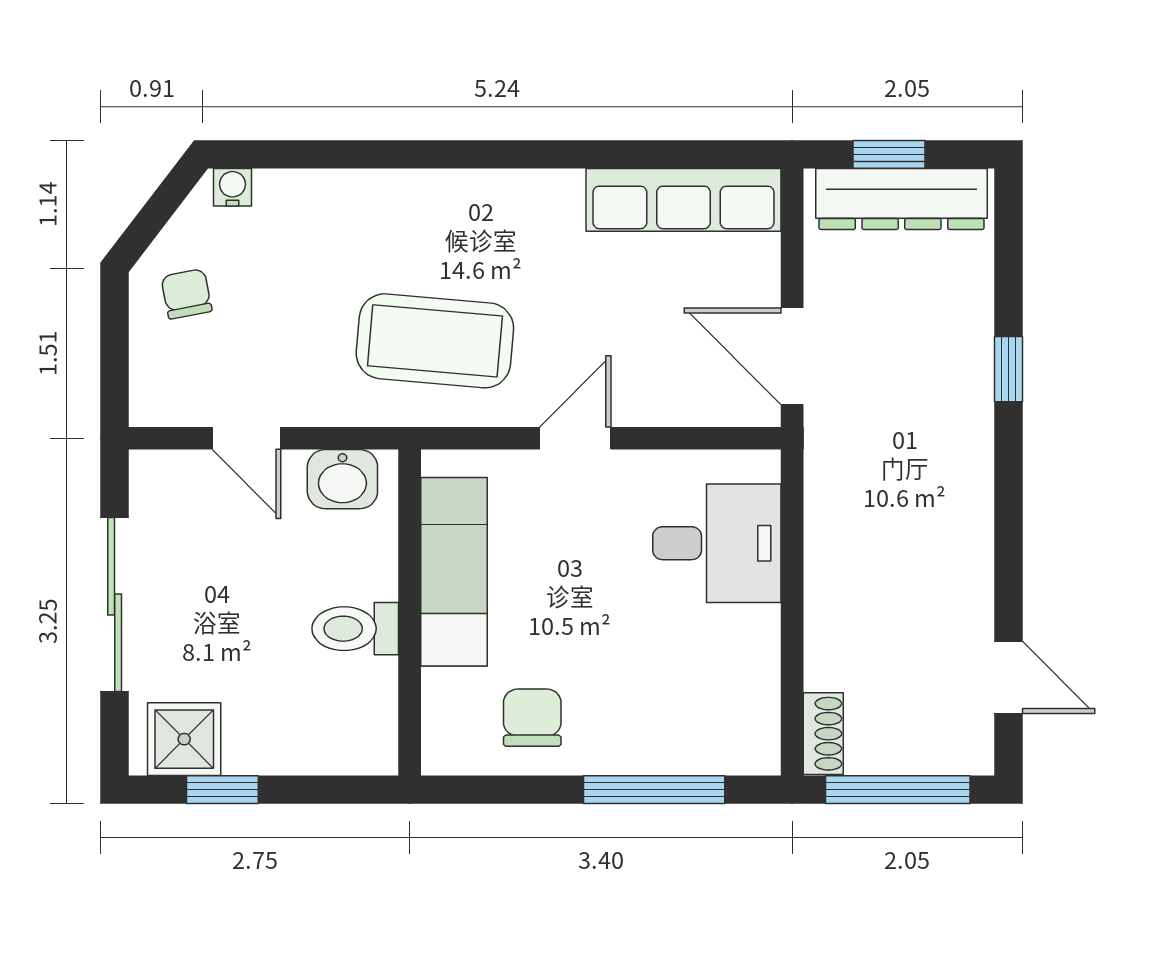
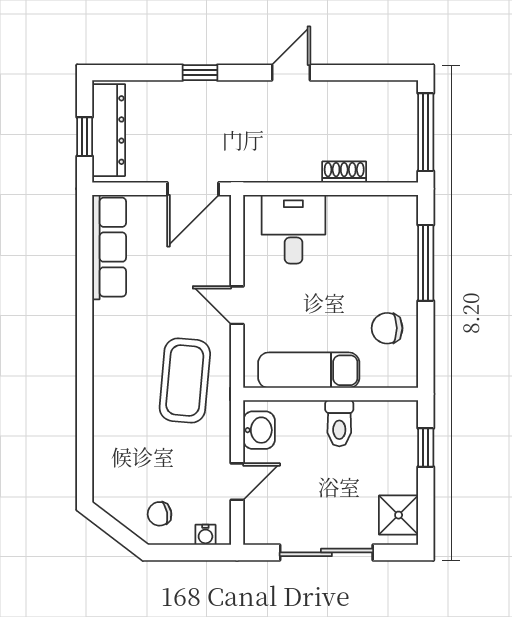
water cooler: (232, 187) -> (205, 535), moved, turned -90
door: (1009, 678) -> (291, 73), moved
shoe rack: (823, 734) -> (344, 172), moved
window: (222, 790) -> (426, 448), moved

